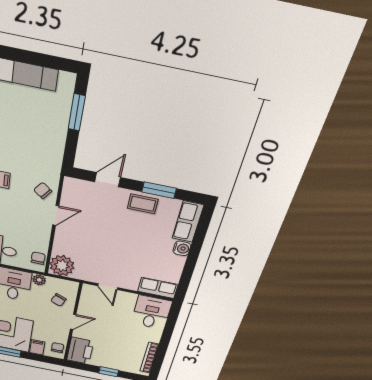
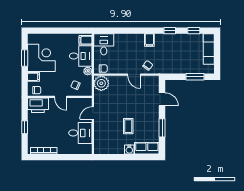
coffee table: (143, 204) -> (128, 126), moved
row of seats: (158, 288) -> (99, 143), removed
desk: (151, 312) -> (80, 133), moved

